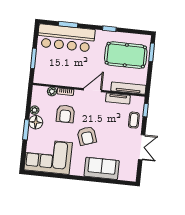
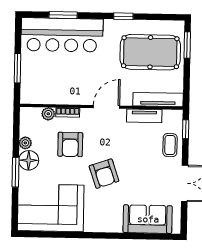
sofa: (102, 168) -> (148, 219), moved

